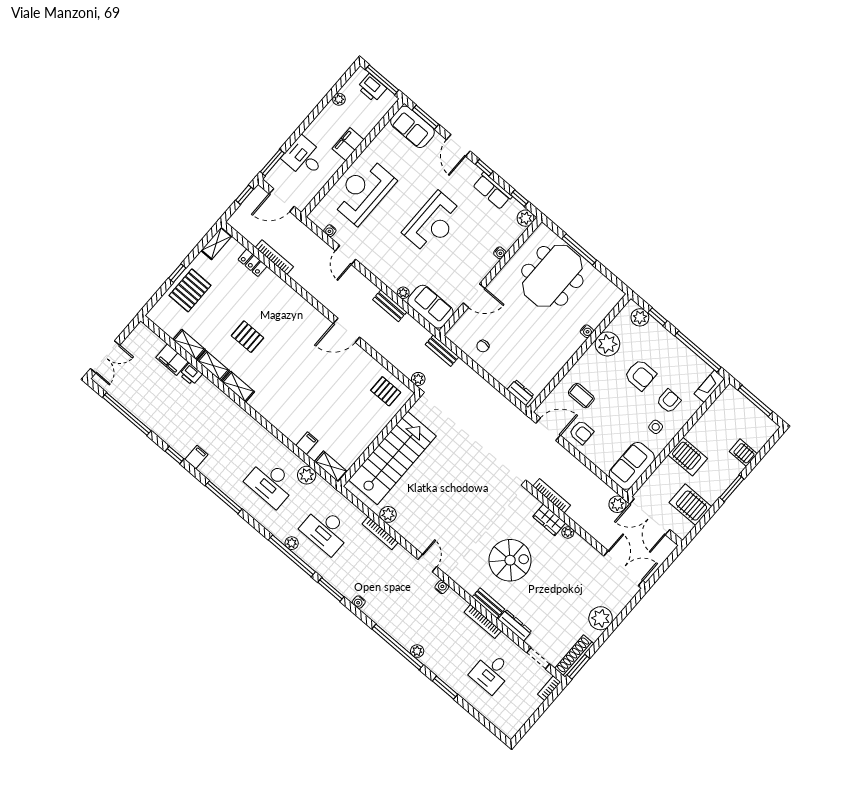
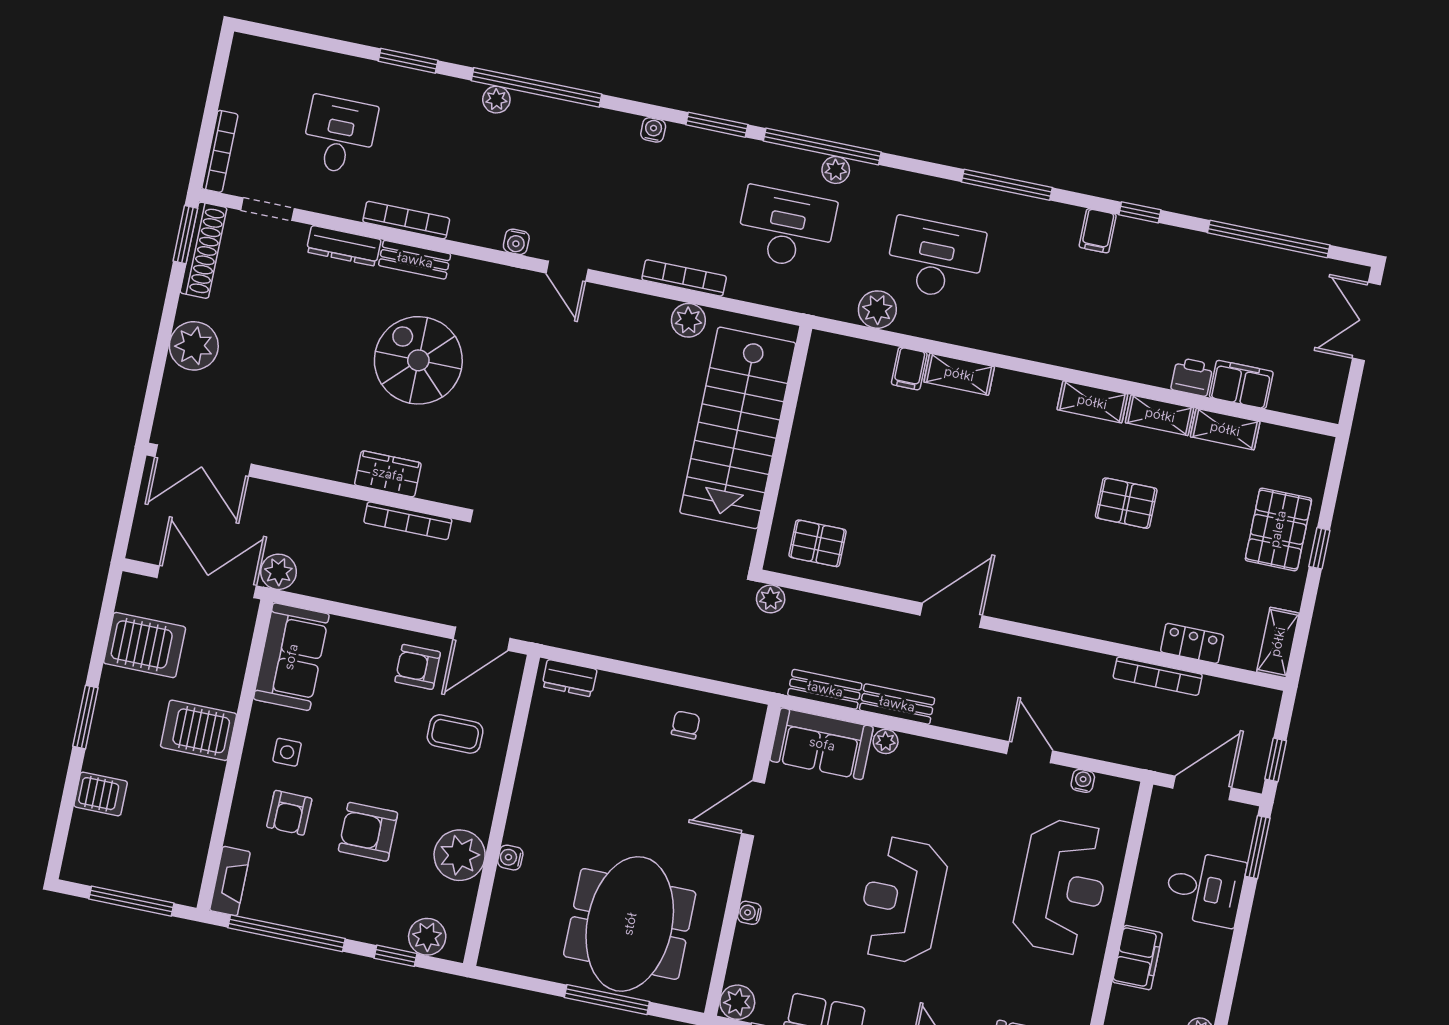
bench: (442, 351) -> (825, 689), moved
shelving: (331, 467) -> (959, 374), moved
plant: (568, 532) -> (341, 470), removed
spiral stairs: (510, 560) -> (418, 360), turned 90
bookcase: (549, 688) -> (220, 151), width x1.56

